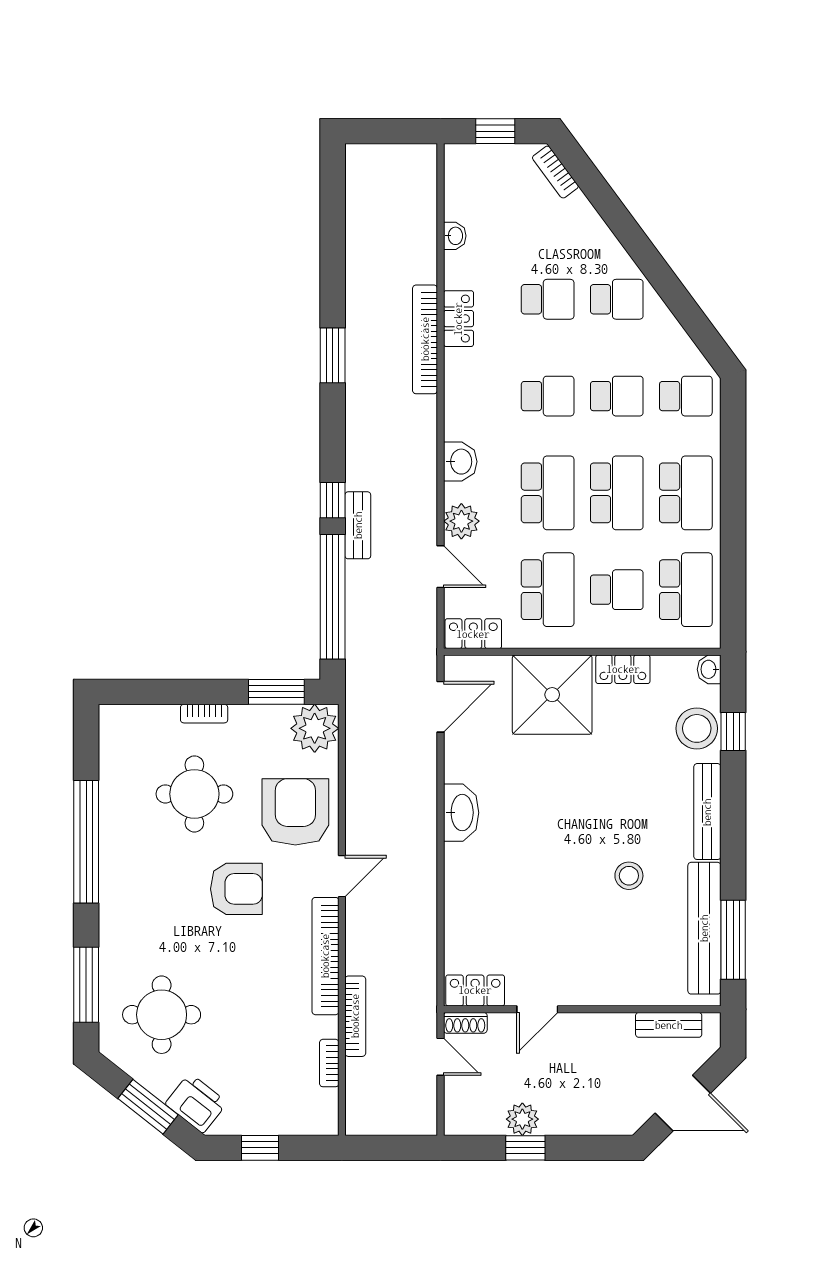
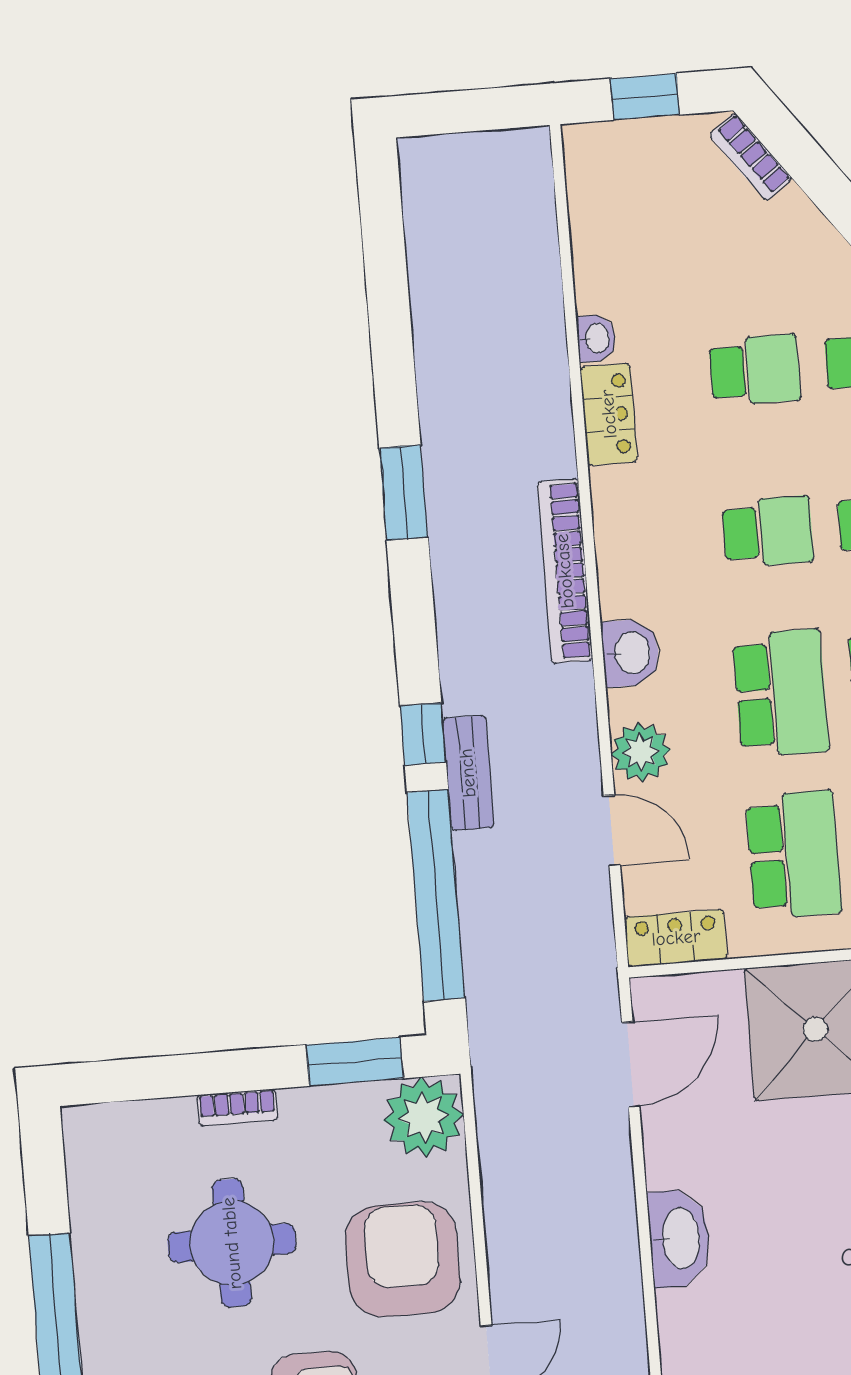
washbasin: (455, 236) -> (596, 338), moved
bookcase: (425, 339) -> (565, 571), moved

